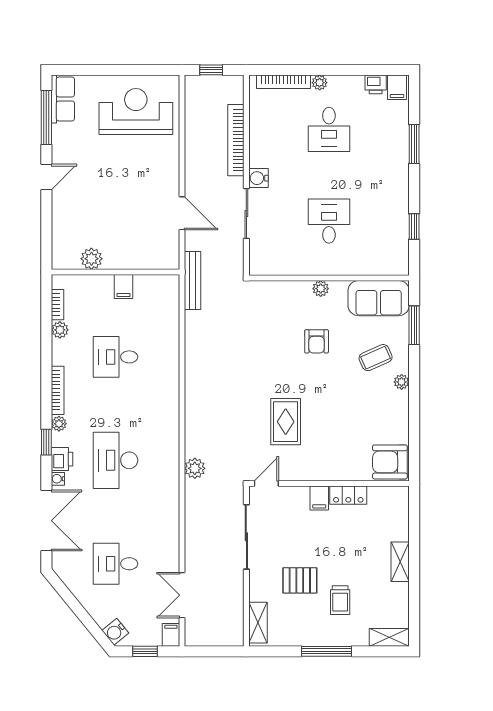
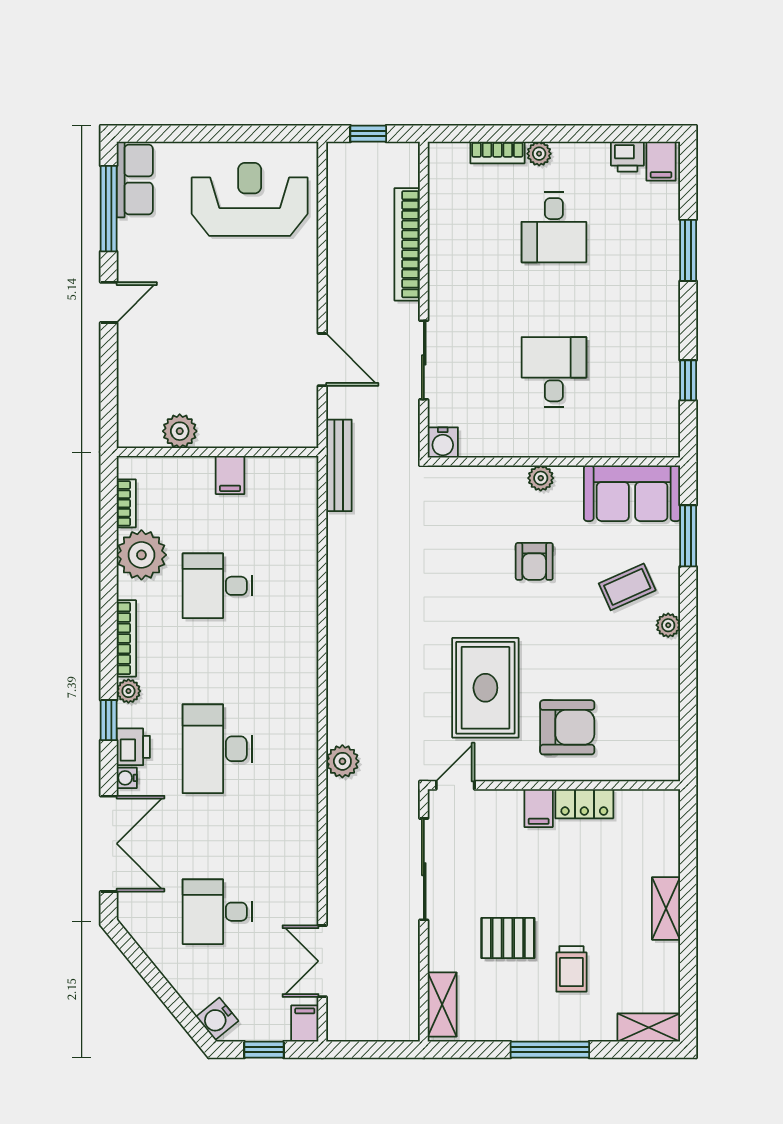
bookcase: (283, 82) -> (497, 152), width x0.64
water cooler: (258, 178) -> (443, 443), moved, turned -90
plant: (60, 330) -> (141, 555), width x1.88, depth x1.88
rug: (286, 422) -> (485, 688), width x1.36, depth x1.43
armchair: (390, 462) -> (567, 727), moved, turned 180

